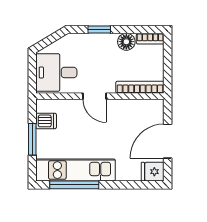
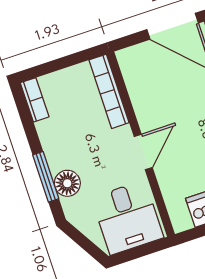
window: (99, 29) -> (46, 177), width x1.50
floor lamp: (126, 42) -> (67, 183), moved

